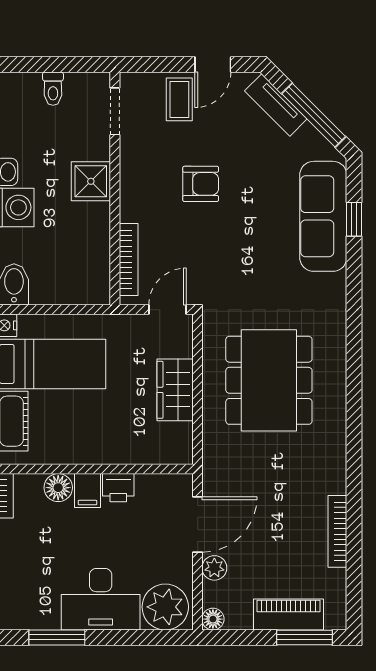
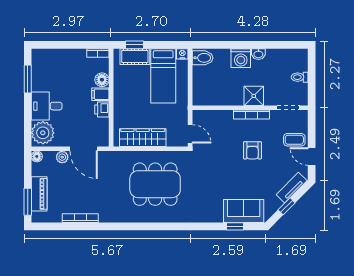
window: (314, 115) -> (287, 206), width x0.46
sofa: (323, 216) -> (244, 211), width x0.73
bookcase: (129, 259) -> (252, 115), moved
wardrobe: (175, 390) -> (143, 138), width x1.50
desk: (101, 599) -> (47, 106), width x0.73

